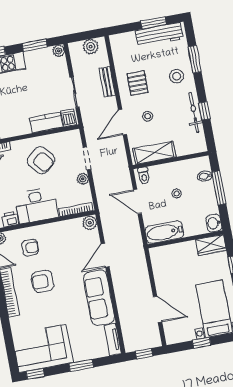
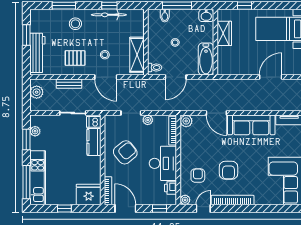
workbench: (159, 35) -> (37, 53), moved
plant: (59, 51) -> (35, 131), moved
wardrobe: (211, 245) -> (224, 33), moved

